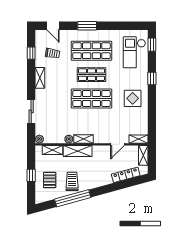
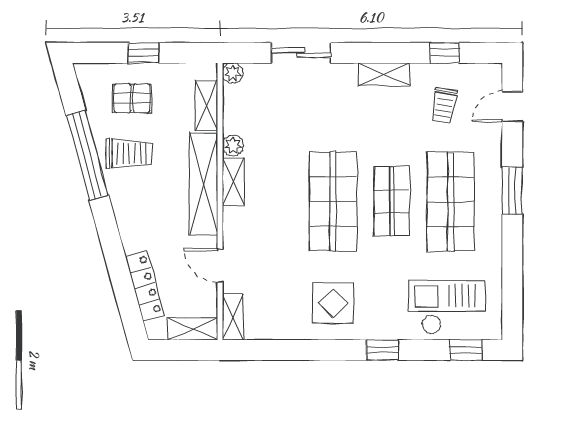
shelving: (78, 151) -> (204, 184), width x1.47

